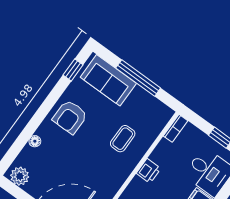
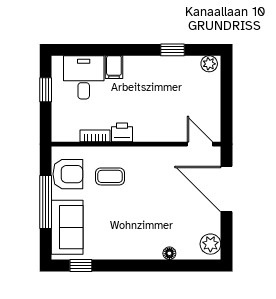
armchair: (70, 117) -> (68, 174), moved
bookcase: (176, 128) -> (95, 136), moved

